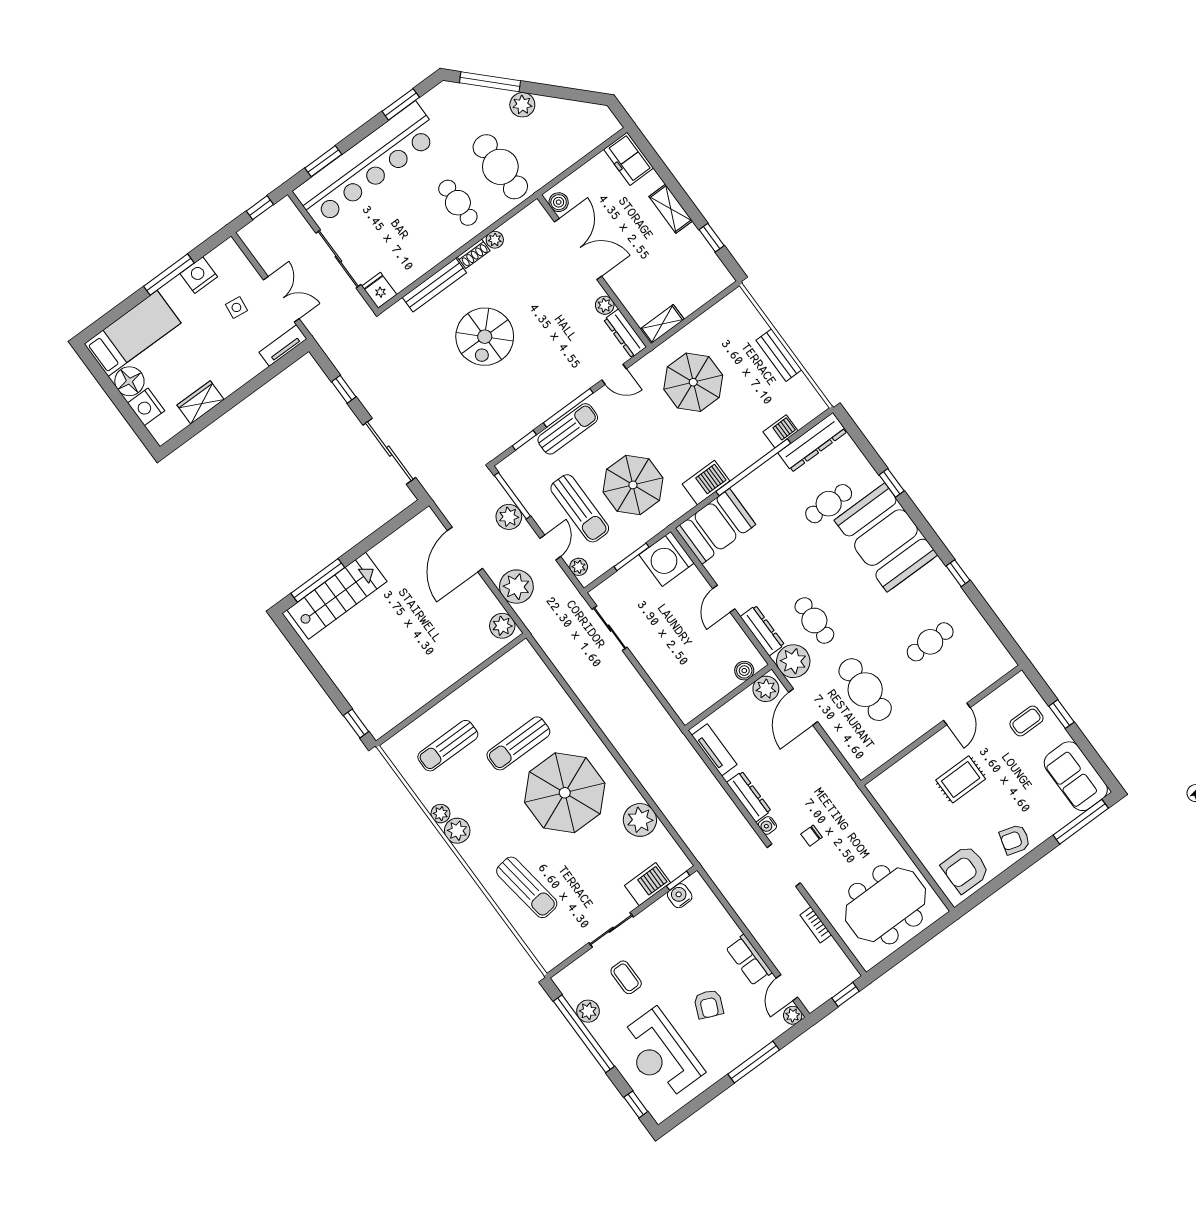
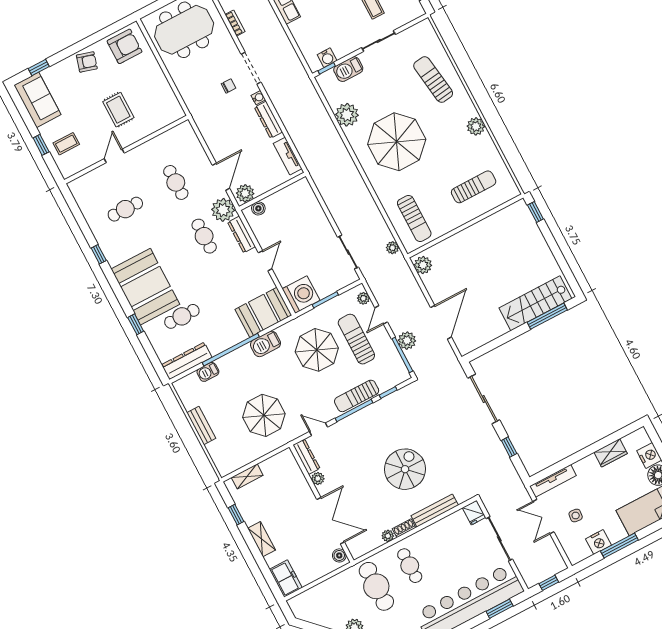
double door: (578, 249) -> (331, 521), swing flipped
shelving: (662, 324) -> (247, 476), moved
tv unit: (283, 345) -> (553, 481), width x1.41
plant: (516, 587) -> (392, 248), moved, width x0.53, depth x0.53
cafe table: (865, 690) -> (176, 182), width x0.73, depth x0.74
sun lounger: (518, 743) -> (414, 218), moved, turned 90
rug: (961, 779) -> (118, 110), turned 90
plant: (441, 814) -> (486, 140), removed
window: (1081, 822) -> (39, 68), width x0.46

